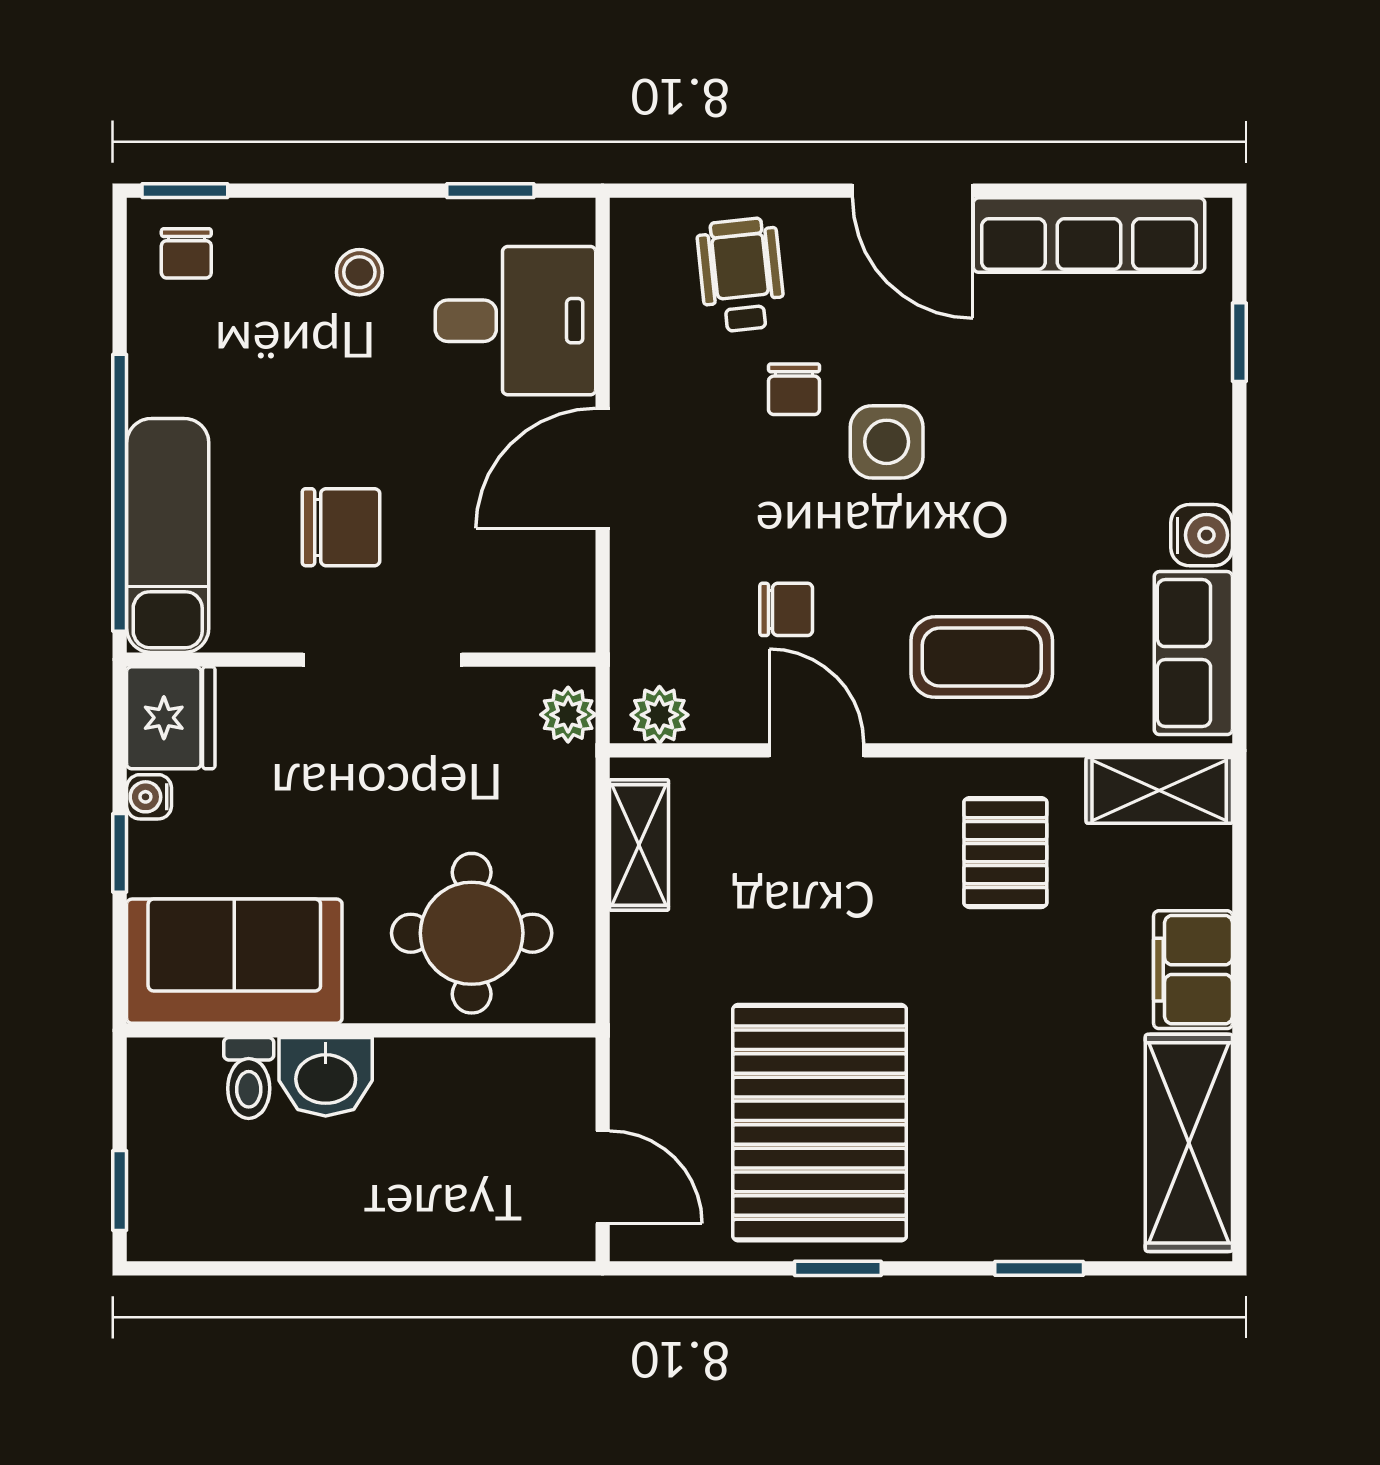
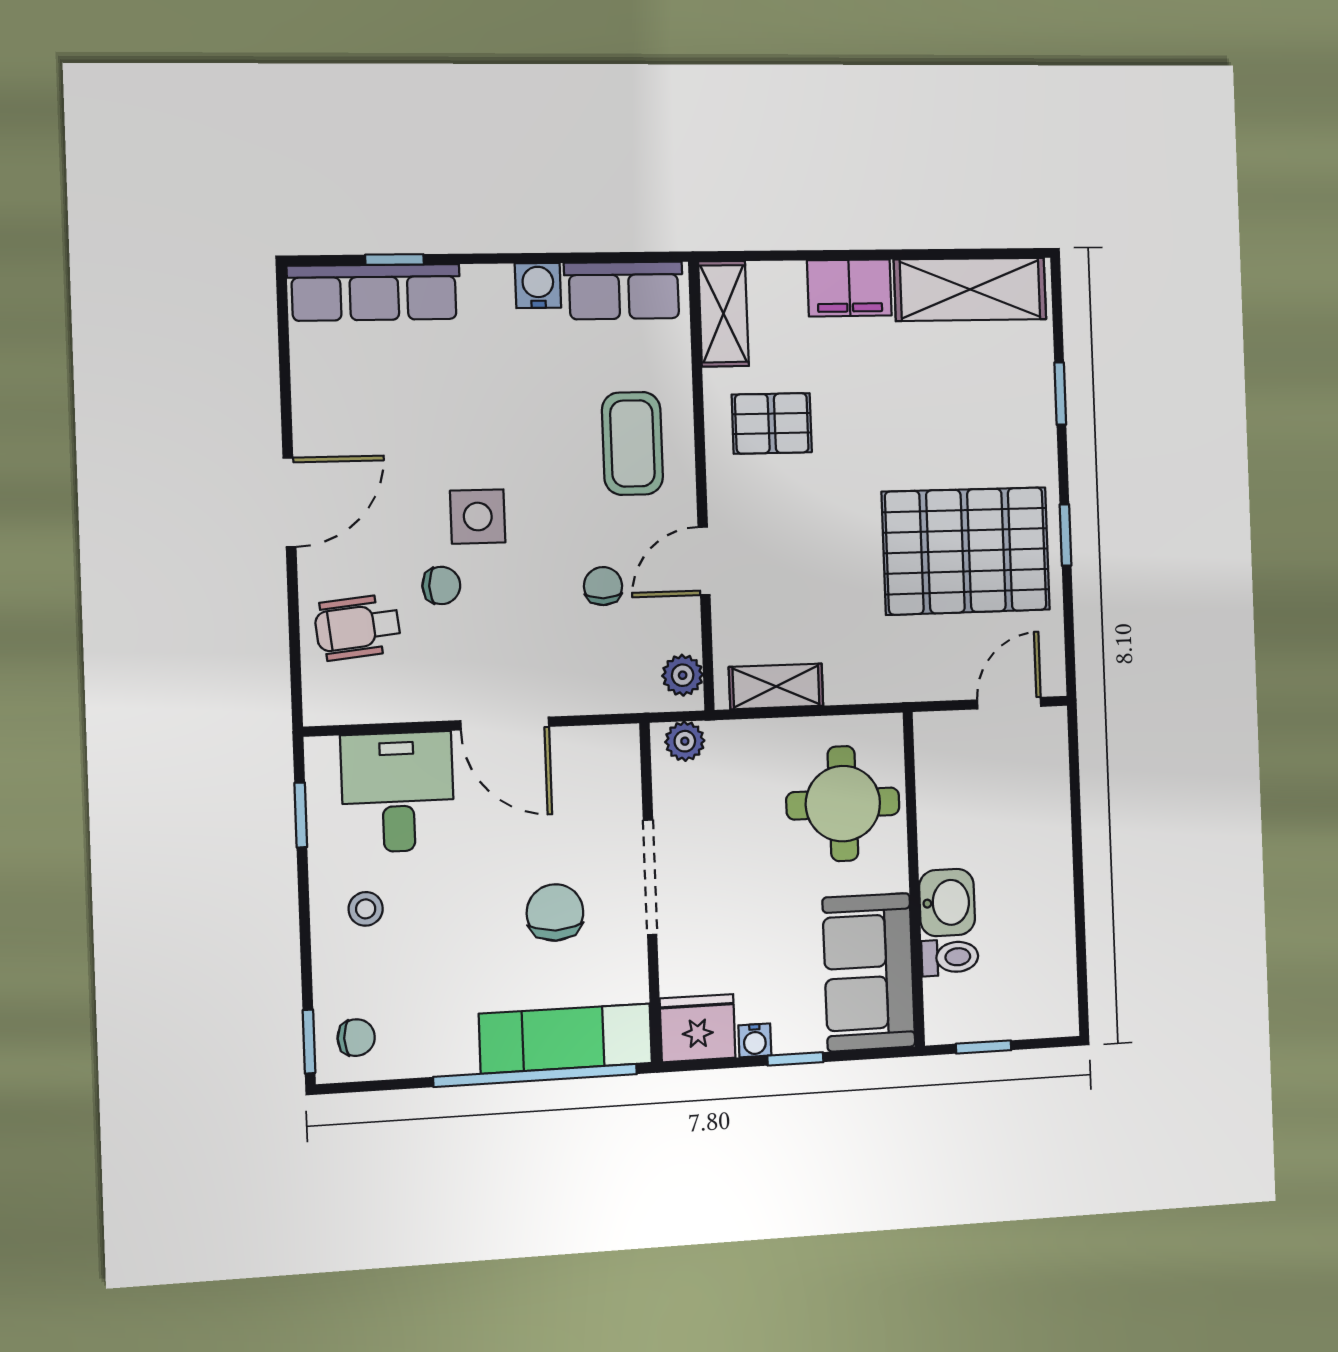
row of seats: (1089, 235) -> (374, 292), moved, turned 90
window: (120, 1191) -> (984, 1047), moved

